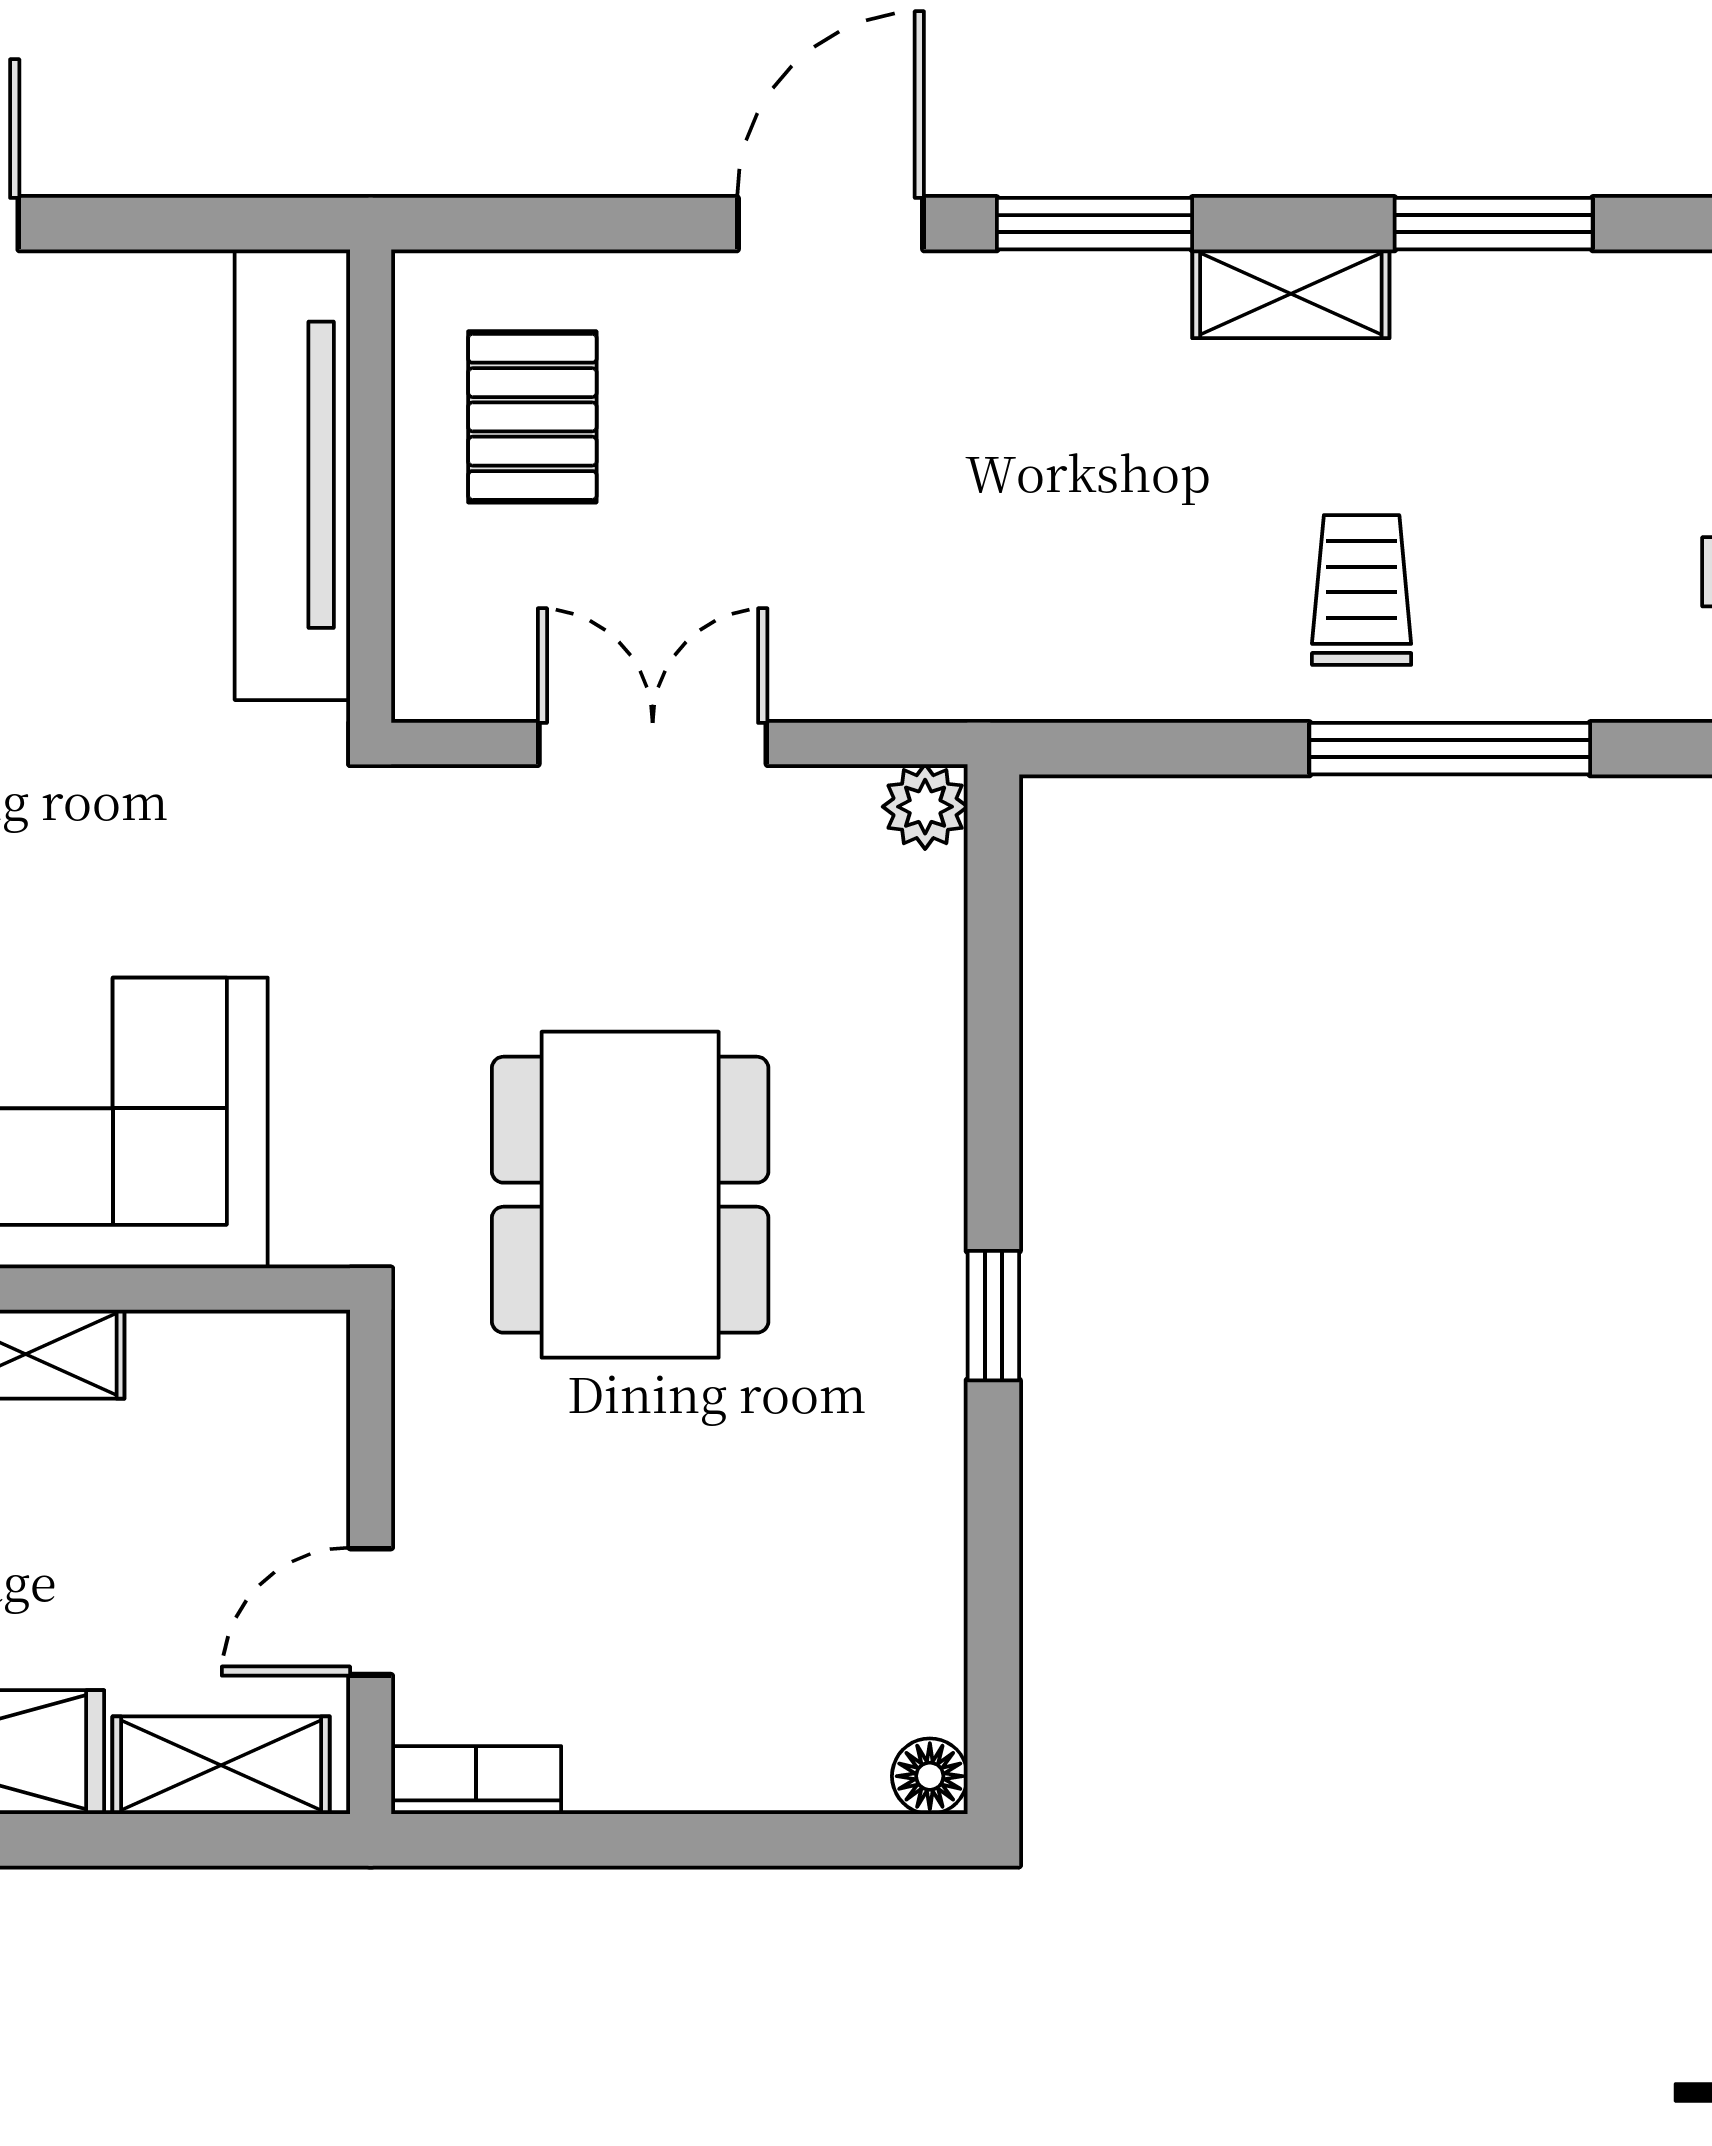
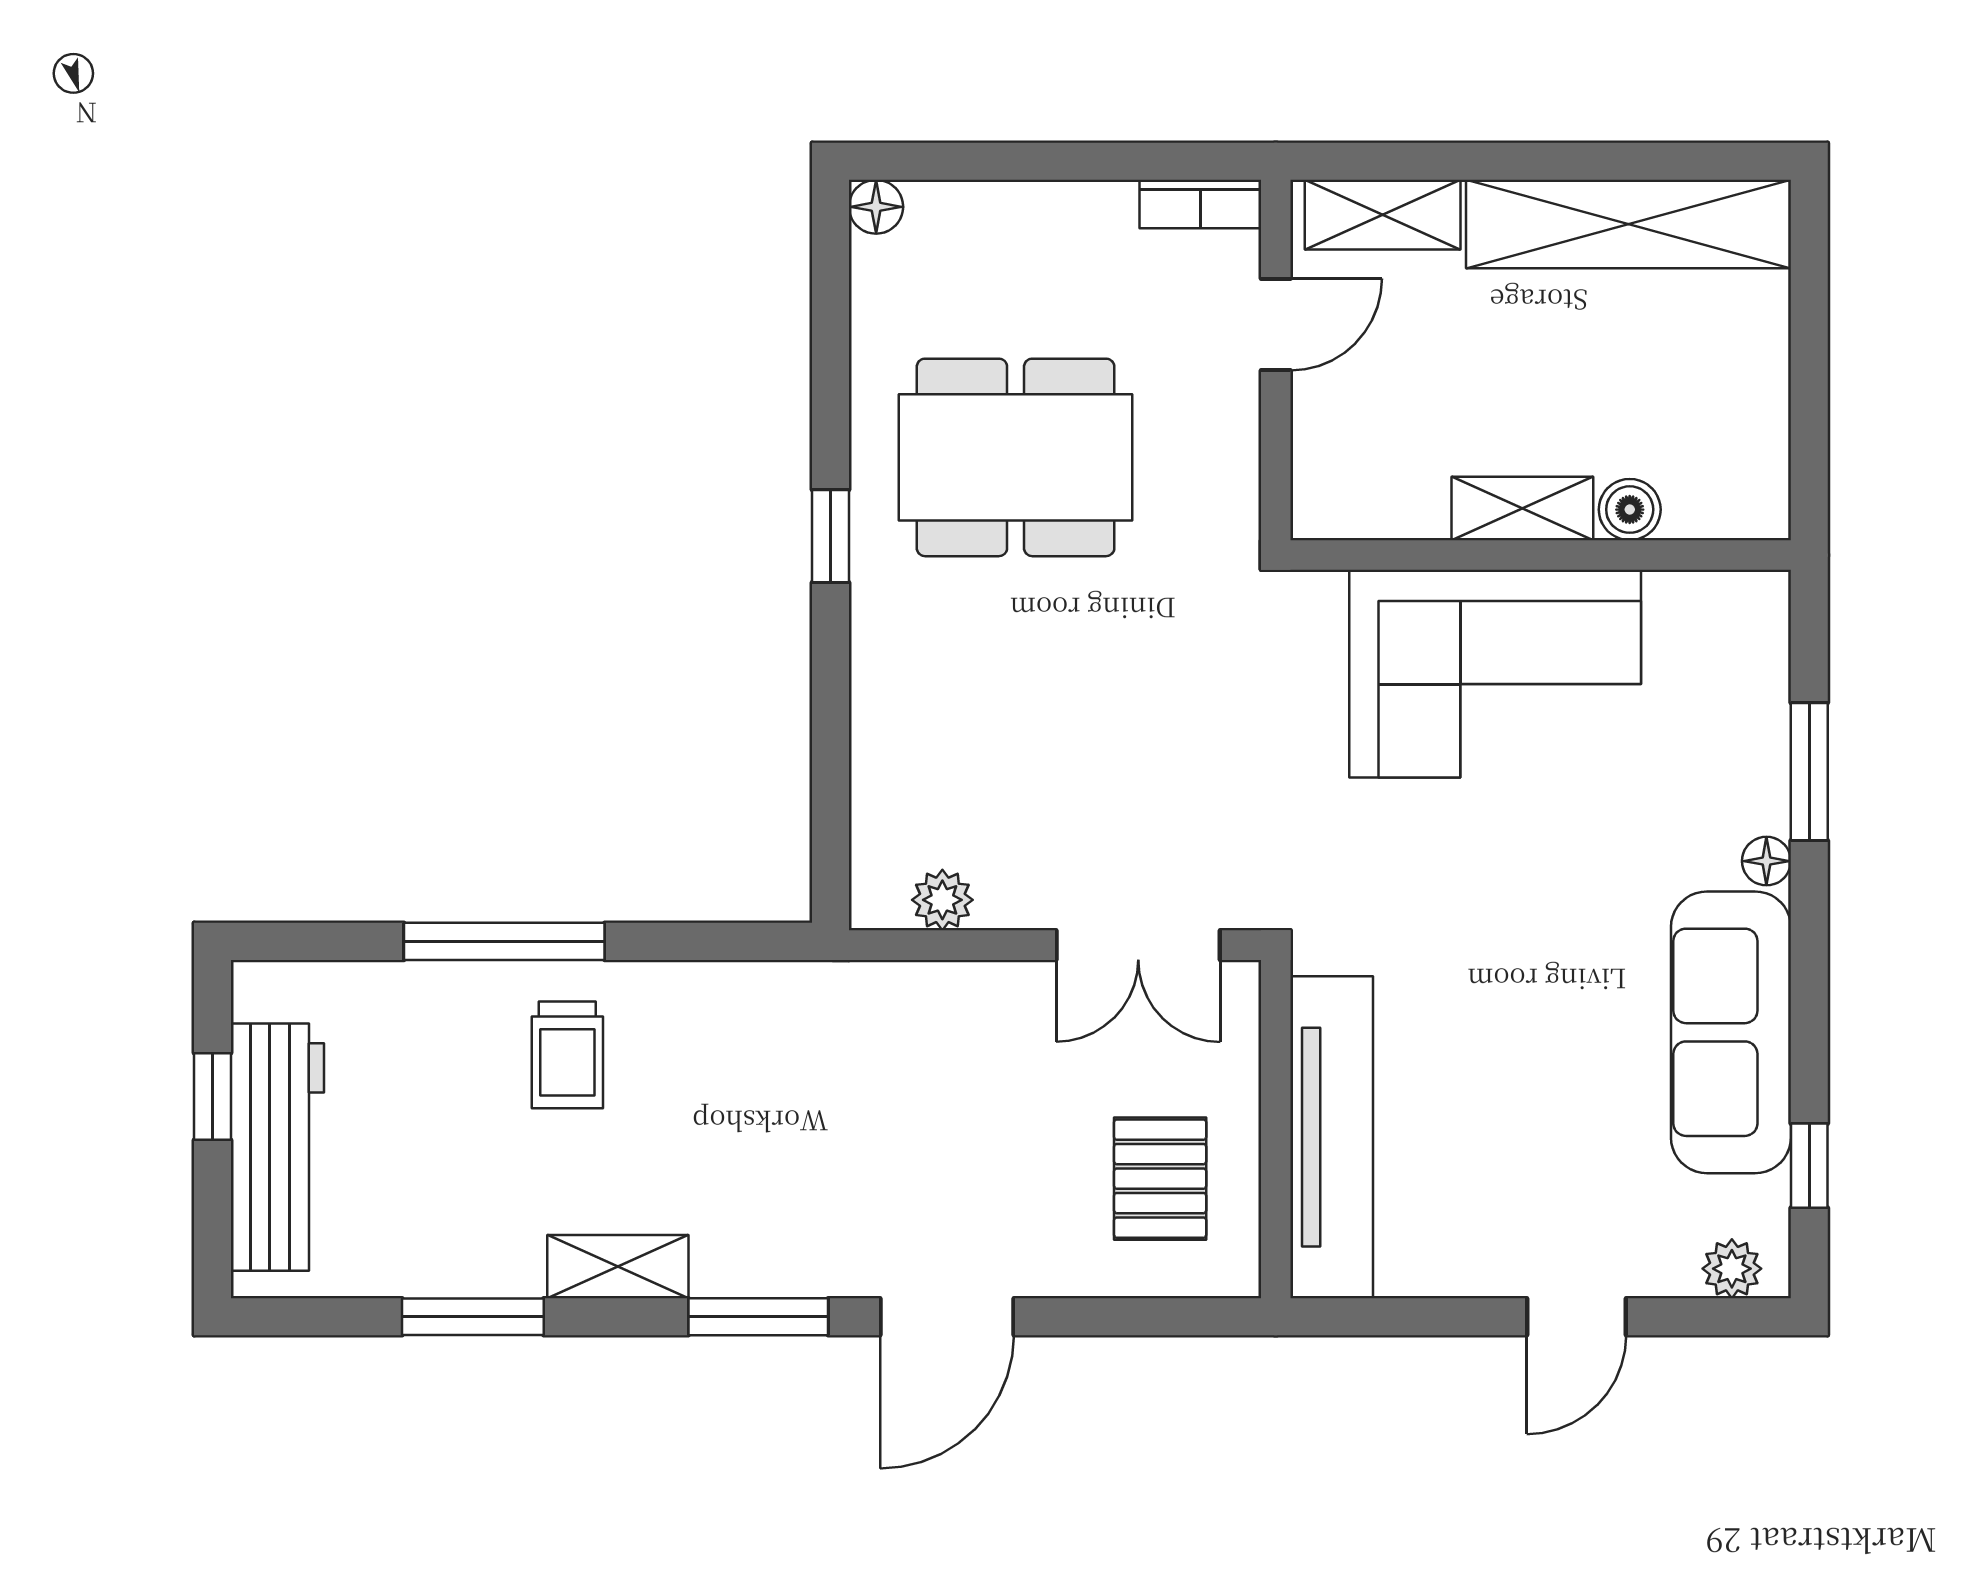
double door: (653, 744) -> (1138, 945), moved
plant: (925, 807) -> (942, 900), moved
dining table: (630, 1195) -> (1016, 457), moved, turned 90

